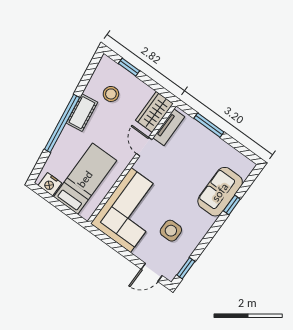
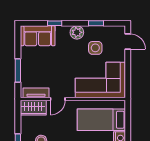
sofa: (220, 192) -> (38, 36), moved
plant: (203, 223) -> (77, 32), added
window: (186, 268) -> (96, 23), moved

